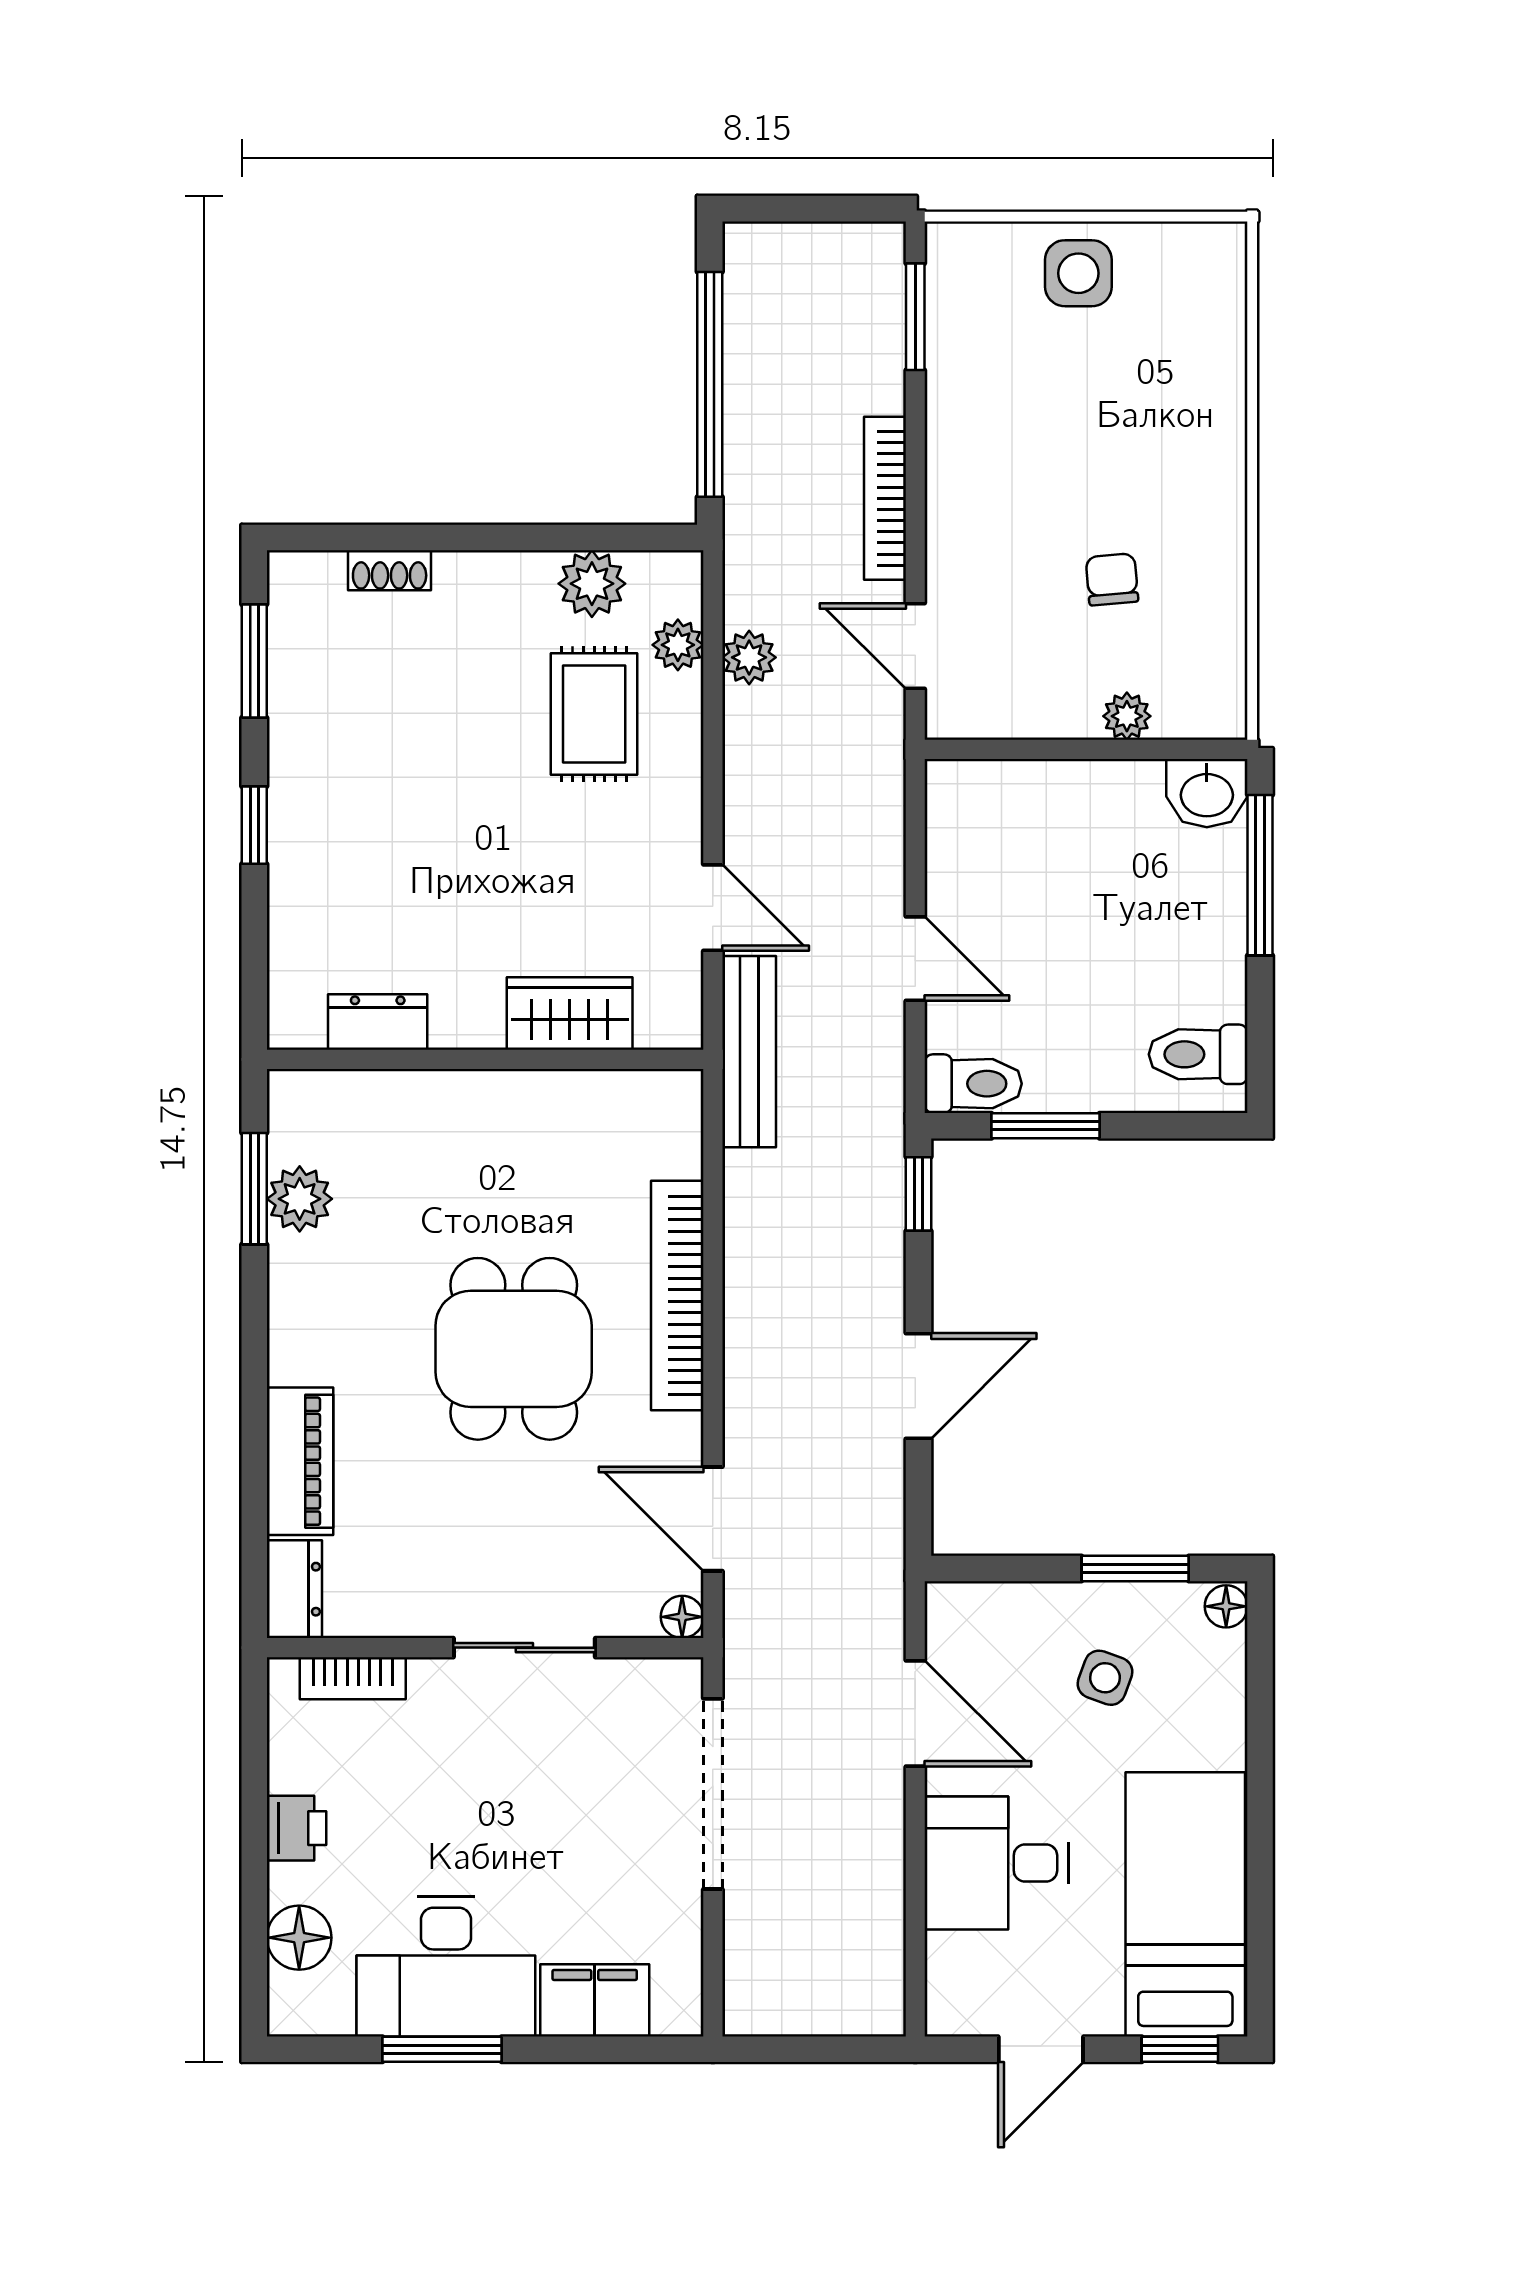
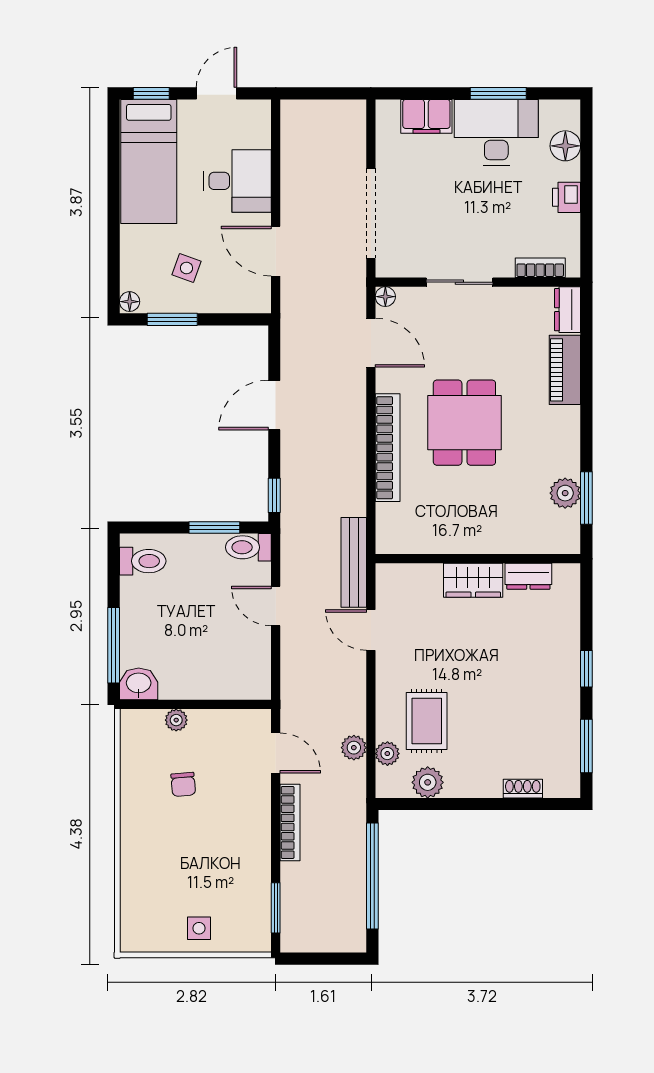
side table: (1078, 273) -> (199, 928), width x0.73, depth x0.73
wardrobe: (570, 1013) -> (473, 580), moved

